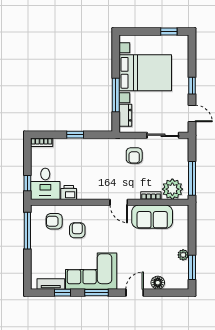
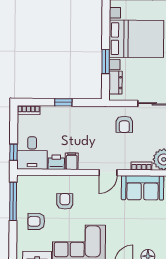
window: (116, 95) -> (106, 62), width x0.69
filing cabinet: (84, 191) -> (72, 161), added
door: (119, 202) -> (108, 173), hinge flipped
armchair: (54, 221) -> (36, 221), moved

